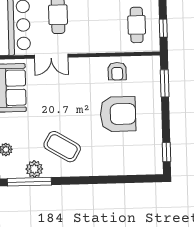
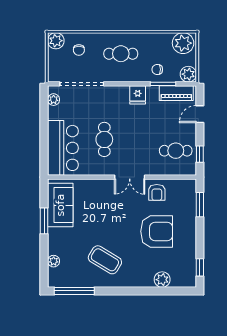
cafe table: (137, 25) -> (176, 151), turned 90
double door: (51, 56) -> (130, 177), moved
plant: (34, 169) -> (162, 280), moved

